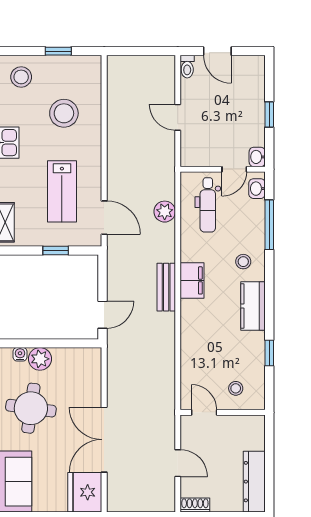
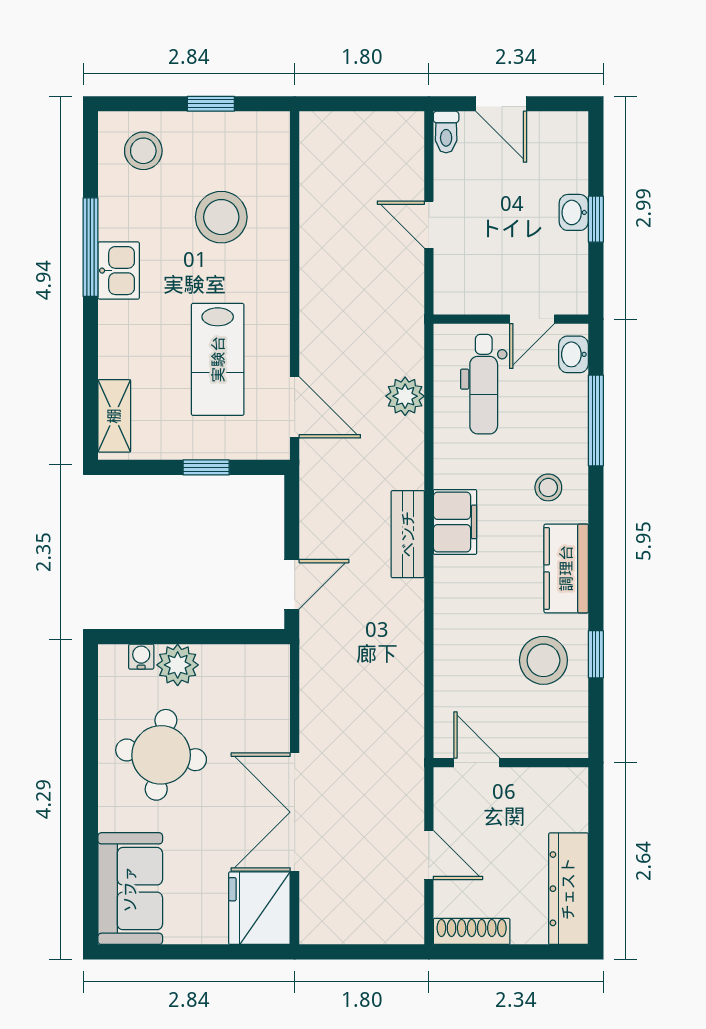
washbasin: (257, 157) -> (574, 212), moved
stool: (236, 388) -> (543, 660), moved, width x1.89, depth x1.89
shoe rack: (195, 505) -> (472, 931), width x1.43

